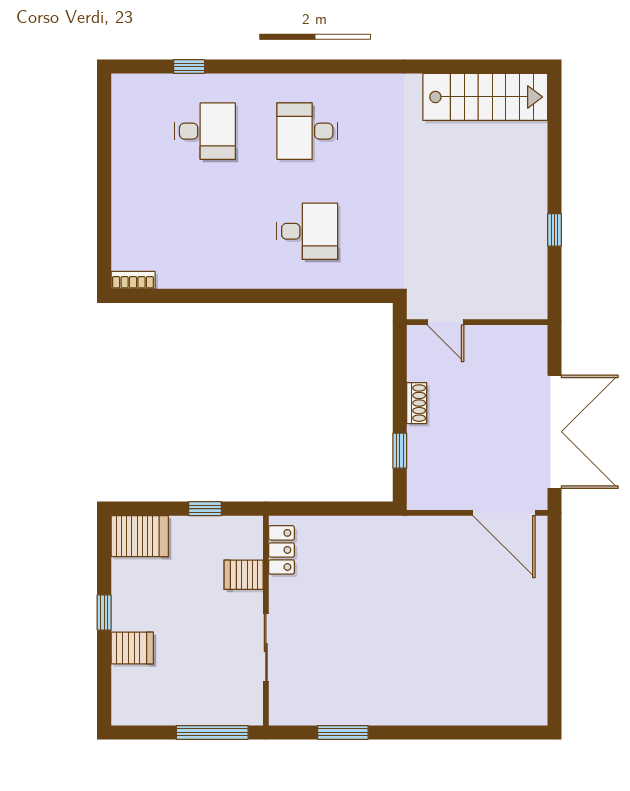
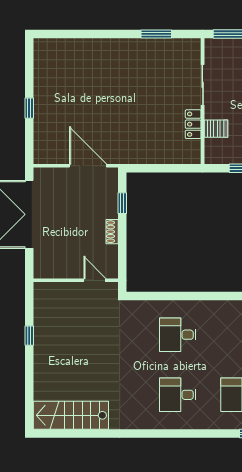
desk: (307, 131) -> (178, 395), turned 180
door: (504, 513) -> (88, 166), moved
locker: (281, 550) -> (193, 124), moved
window: (555, 609) -> (29, 108), added

